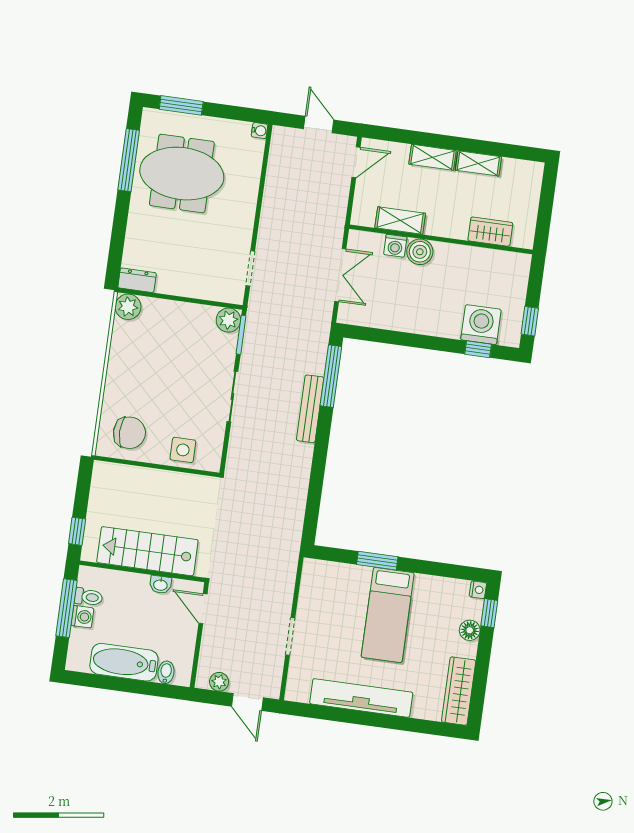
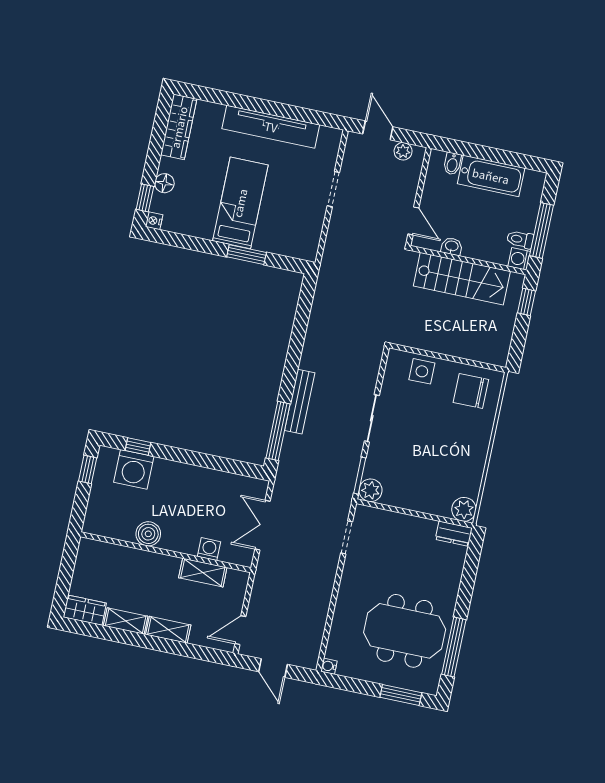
wardrobe: (490, 232) -> (85, 610), moved, turned 180
boiler: (420, 252) -> (148, 534), moved
washing machine: (82, 617) -> (519, 259), moved

